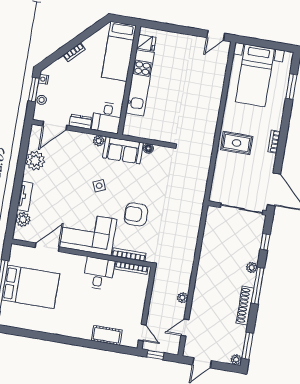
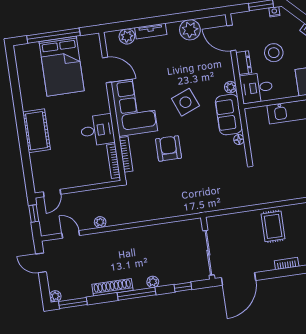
stool: (42, 100) -> (274, 53), moved, width x1.89, depth x1.89
side table: (99, 186) -> (185, 102), width x1.87, depth x1.87
cot: (107, 335) -> (37, 131), moved, width x1.37, depth x1.34

